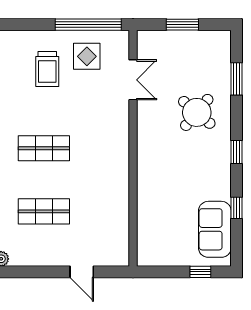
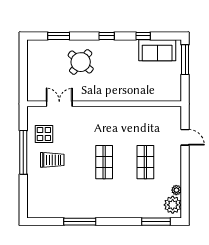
window: (88, 25) -> (23, 152), moved
window: (182, 25) -> (23, 71), removed
door: (82, 272) -> (185, 137), hinge flipped
window: (200, 272) -> (185, 60), width x2.17

